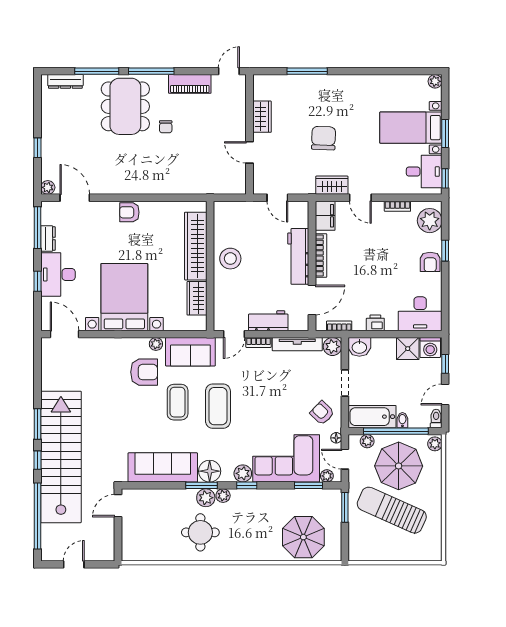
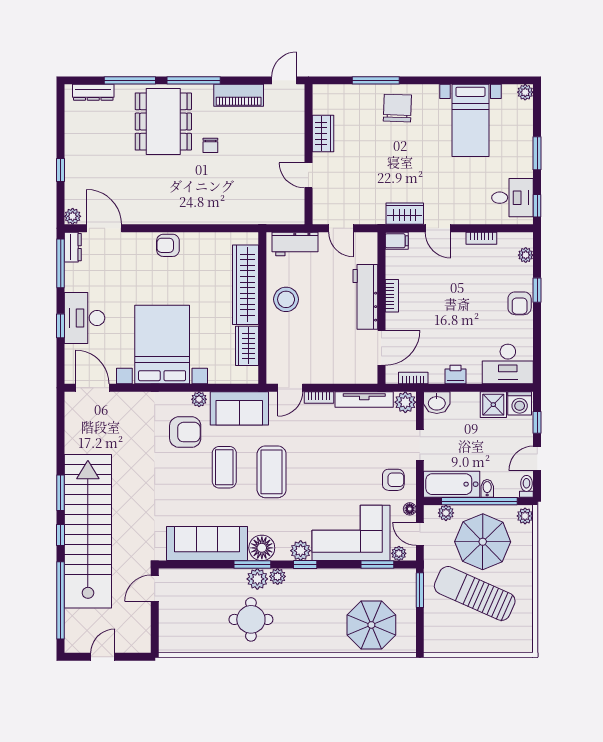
bed with nightstands: (411, 128) -> (470, 120), moved, turned -90
chair: (324, 138) -> (397, 108), moved
filing cabinet: (325, 216) -> (397, 241), width x0.50
plant: (430, 221) -> (526, 255), width x0.53, depth x0.53
dresser: (48, 238) -> (73, 247), moved
bookcase: (321, 255) -> (392, 296), width x0.64
workbench: (268, 321) -> (295, 244), moved, turned 180
armchair: (322, 413) -> (393, 480), turned 136

